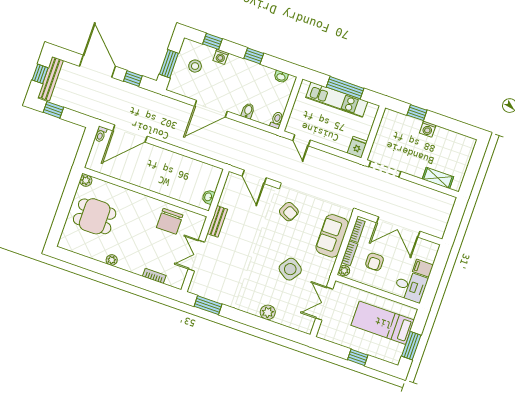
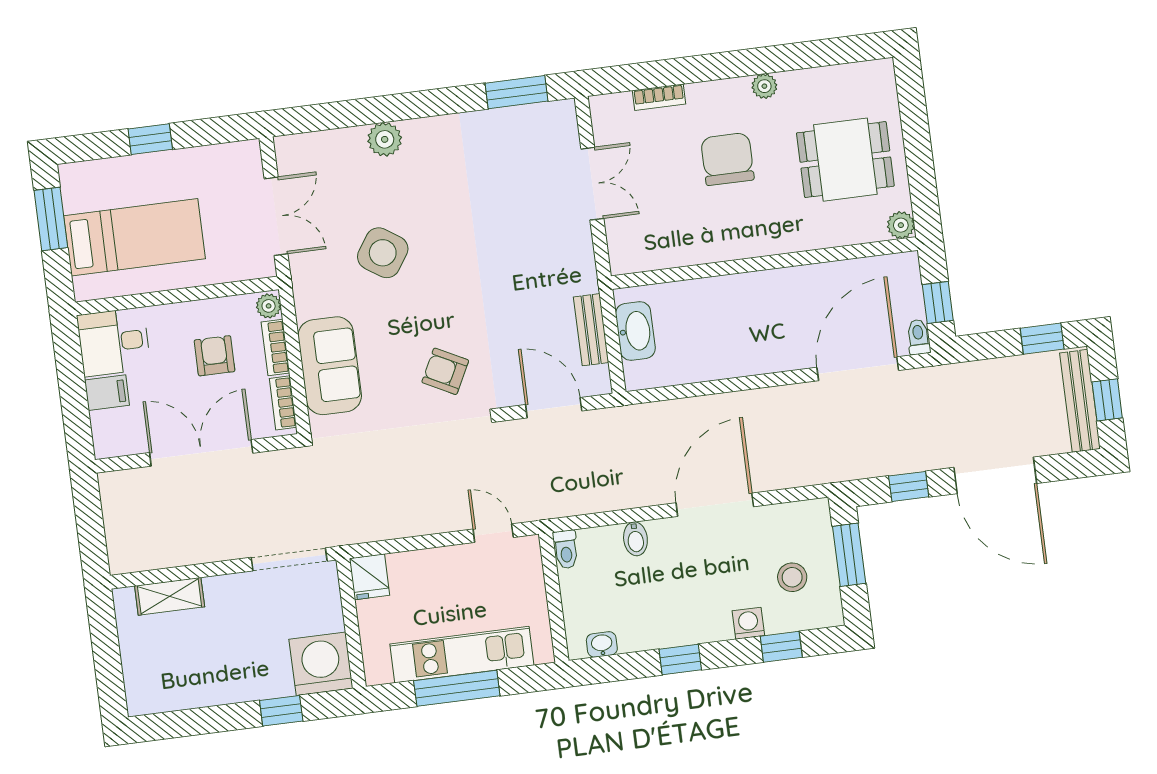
washing machine: (428, 129) -> (321, 664), moved, width x1.89, depth x1.89
window: (86, 144) -> (938, 302), added
washbasin: (208, 197) -> (635, 331), width x1.91, depth x1.45
chair: (170, 221) -> (727, 159), moved
bench: (217, 221) -> (591, 330), moved

